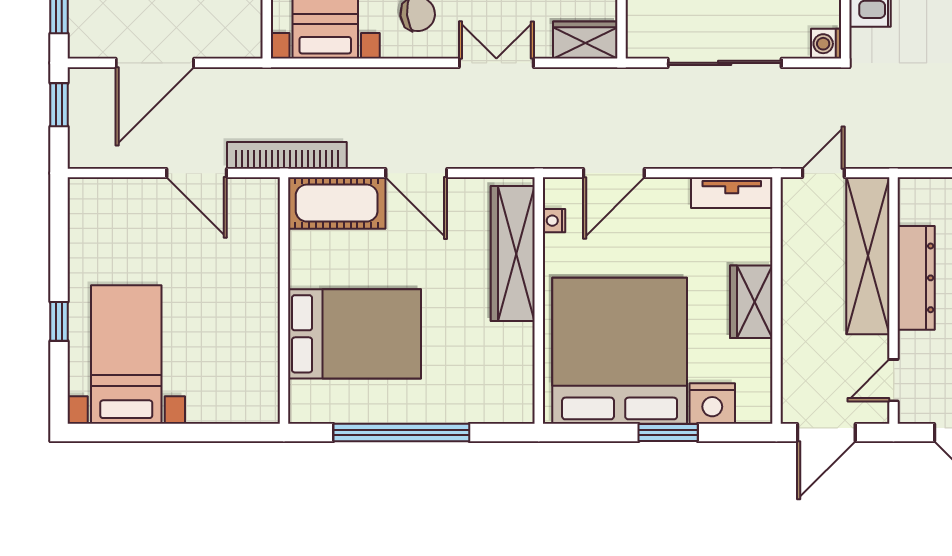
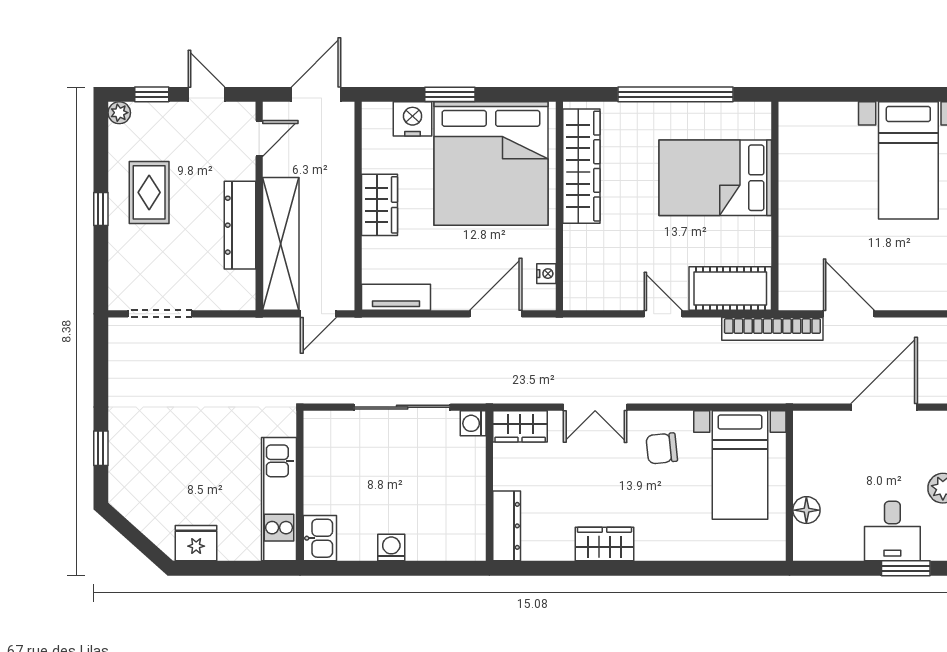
washing machine: (826, 44) -> (473, 423), moved, turned 180
door: (416, 173) -> (663, 314), width x0.73
wardrobe: (513, 254) -> (581, 166), moved

